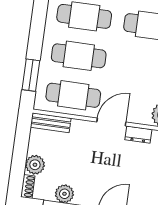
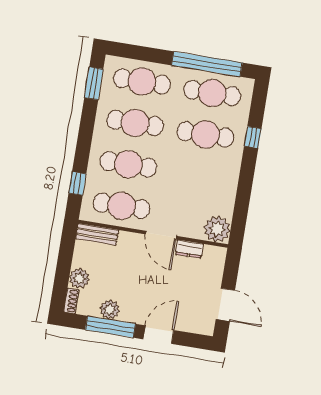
window: (31, 75) -> (77, 184), width x0.67
door: (111, 122) -> (161, 235), swing flipped

